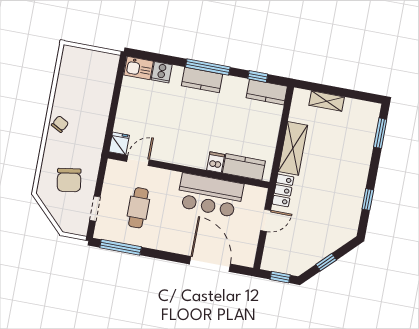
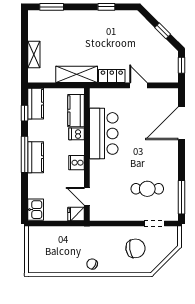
cooker: (162, 72) -> (77, 163), moved, turned 180
fridge: (119, 143) -> (76, 214), moved
door: (138, 161) -> (87, 196), moved
dishwasher: (216, 162) -> (77, 134), moved
kitchen counter: (244, 167) -> (76, 111), moved
wall: (189, 170) -> (87, 154), moved
bar counter: (210, 195) -> (104, 133), moved

